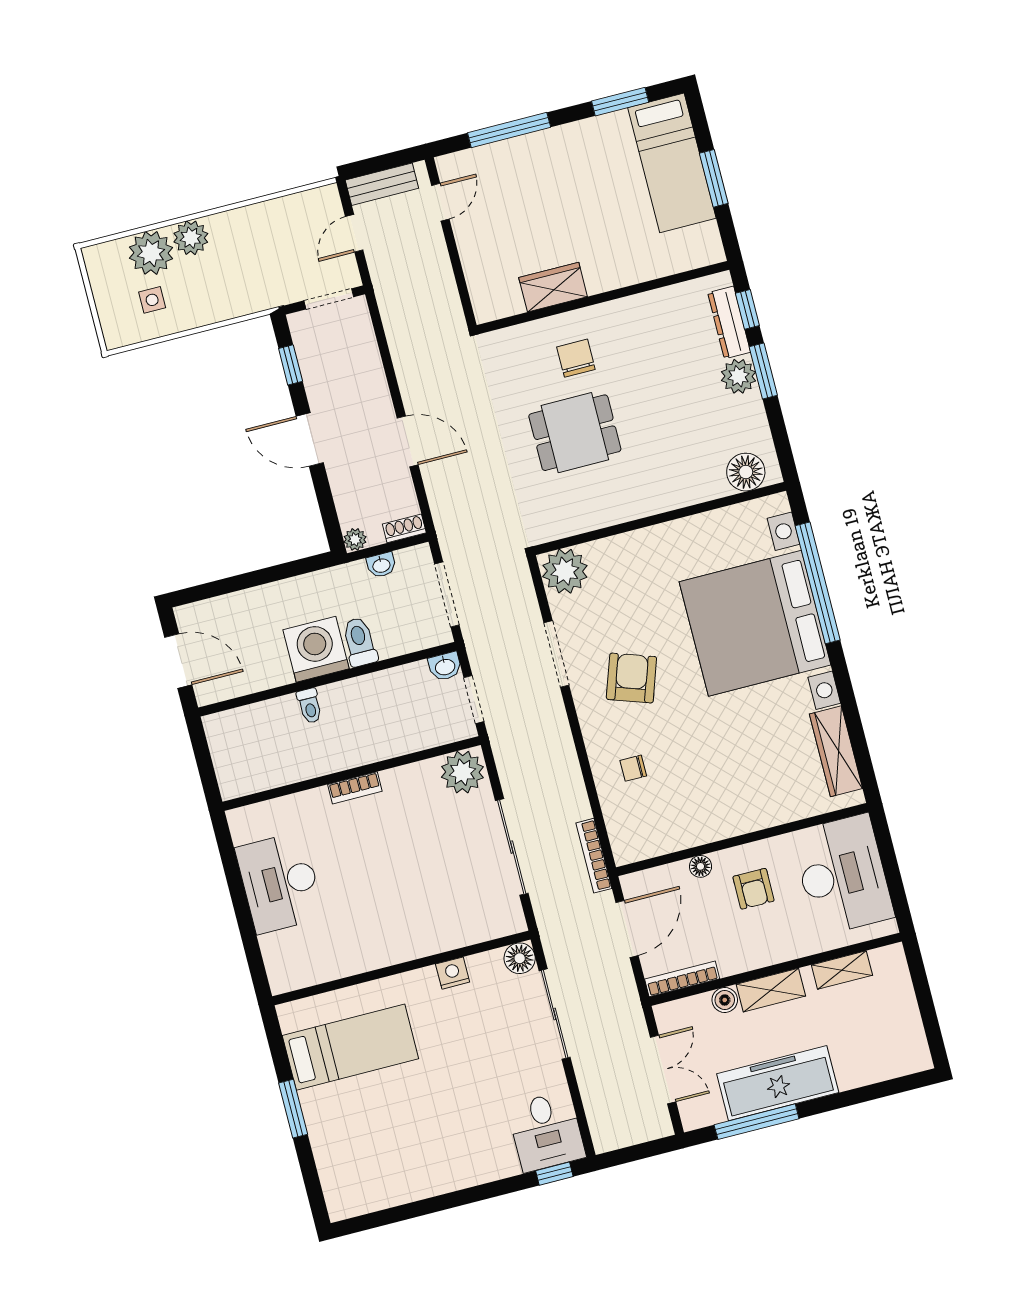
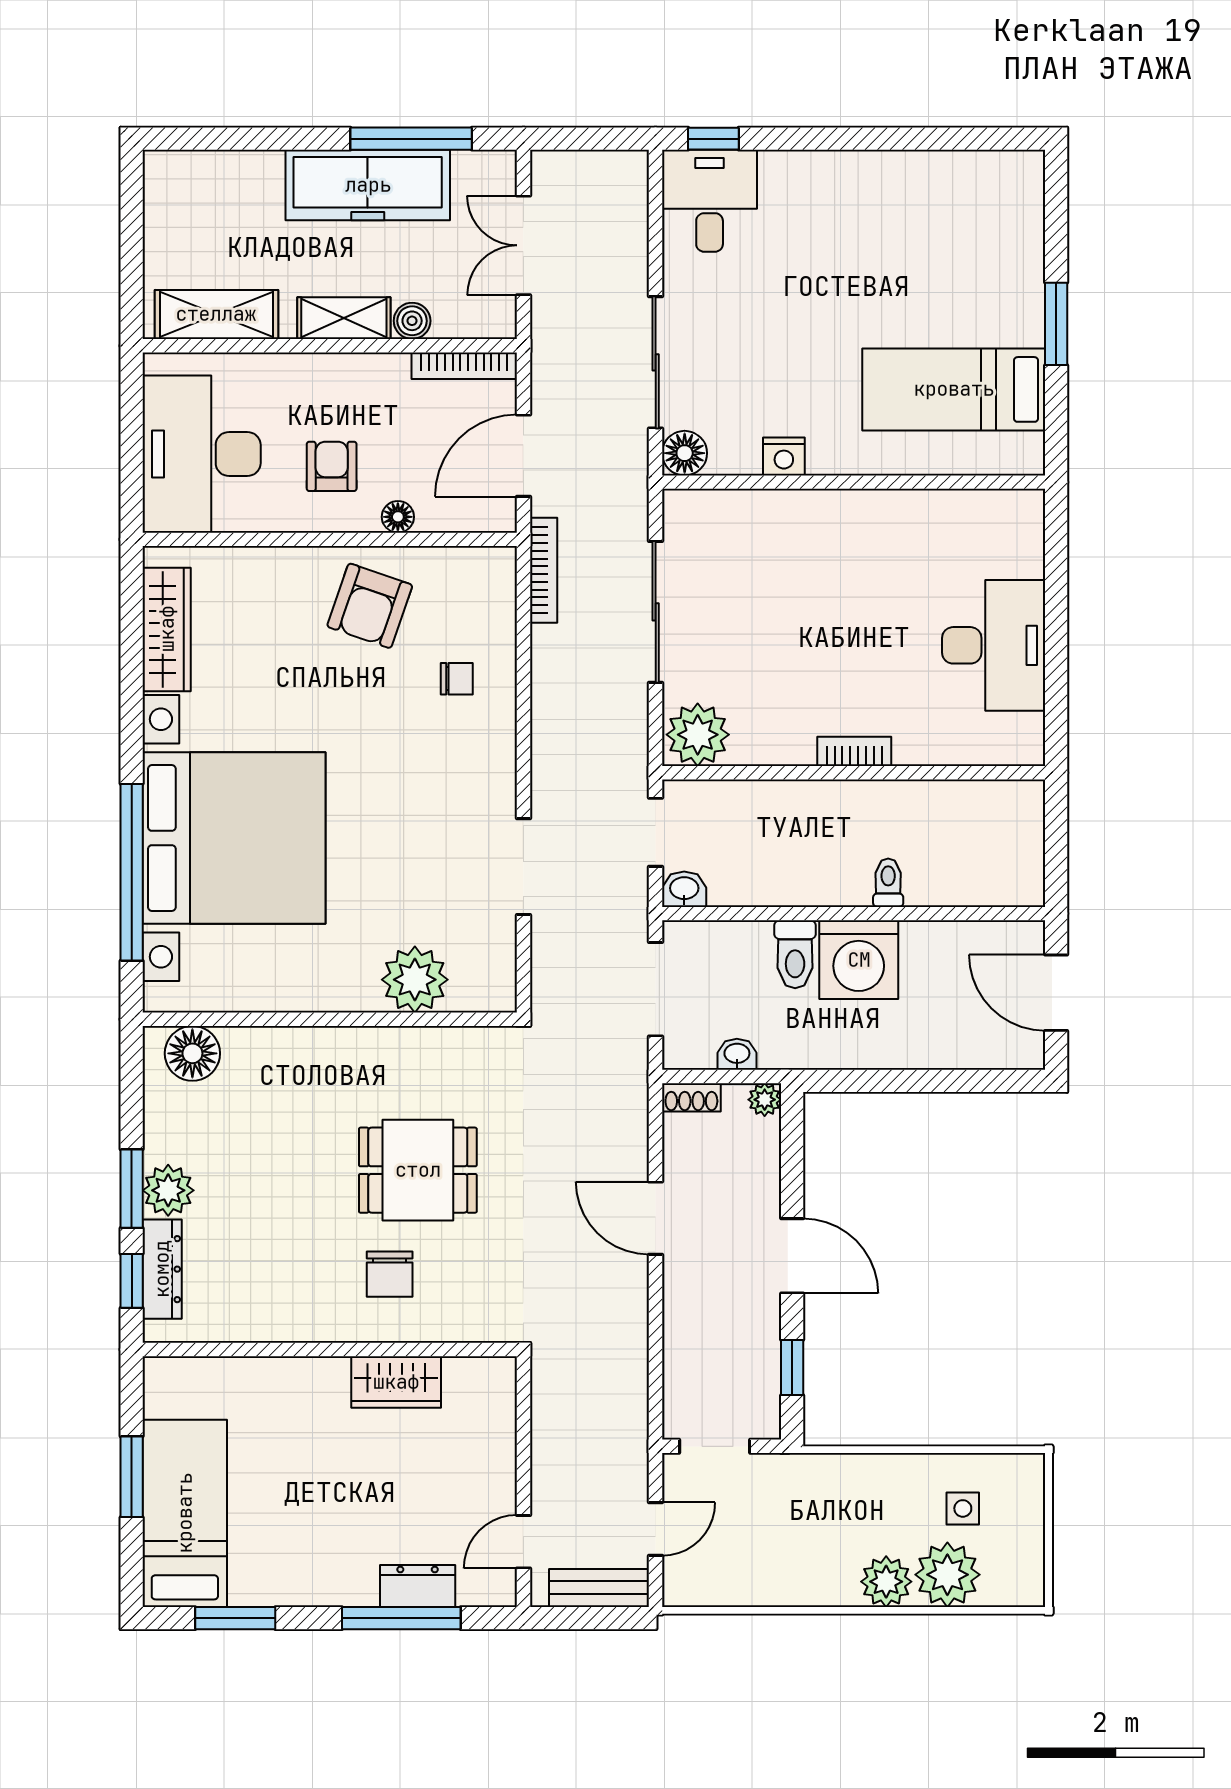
dresser: (504, 154) -> (418, 1586), added
plant: (565, 571) -> (415, 980), moved
armchair: (631, 678) -> (370, 606), moved
shelving: (842, 970) -> (216, 314), width x1.50, depth x1.33

